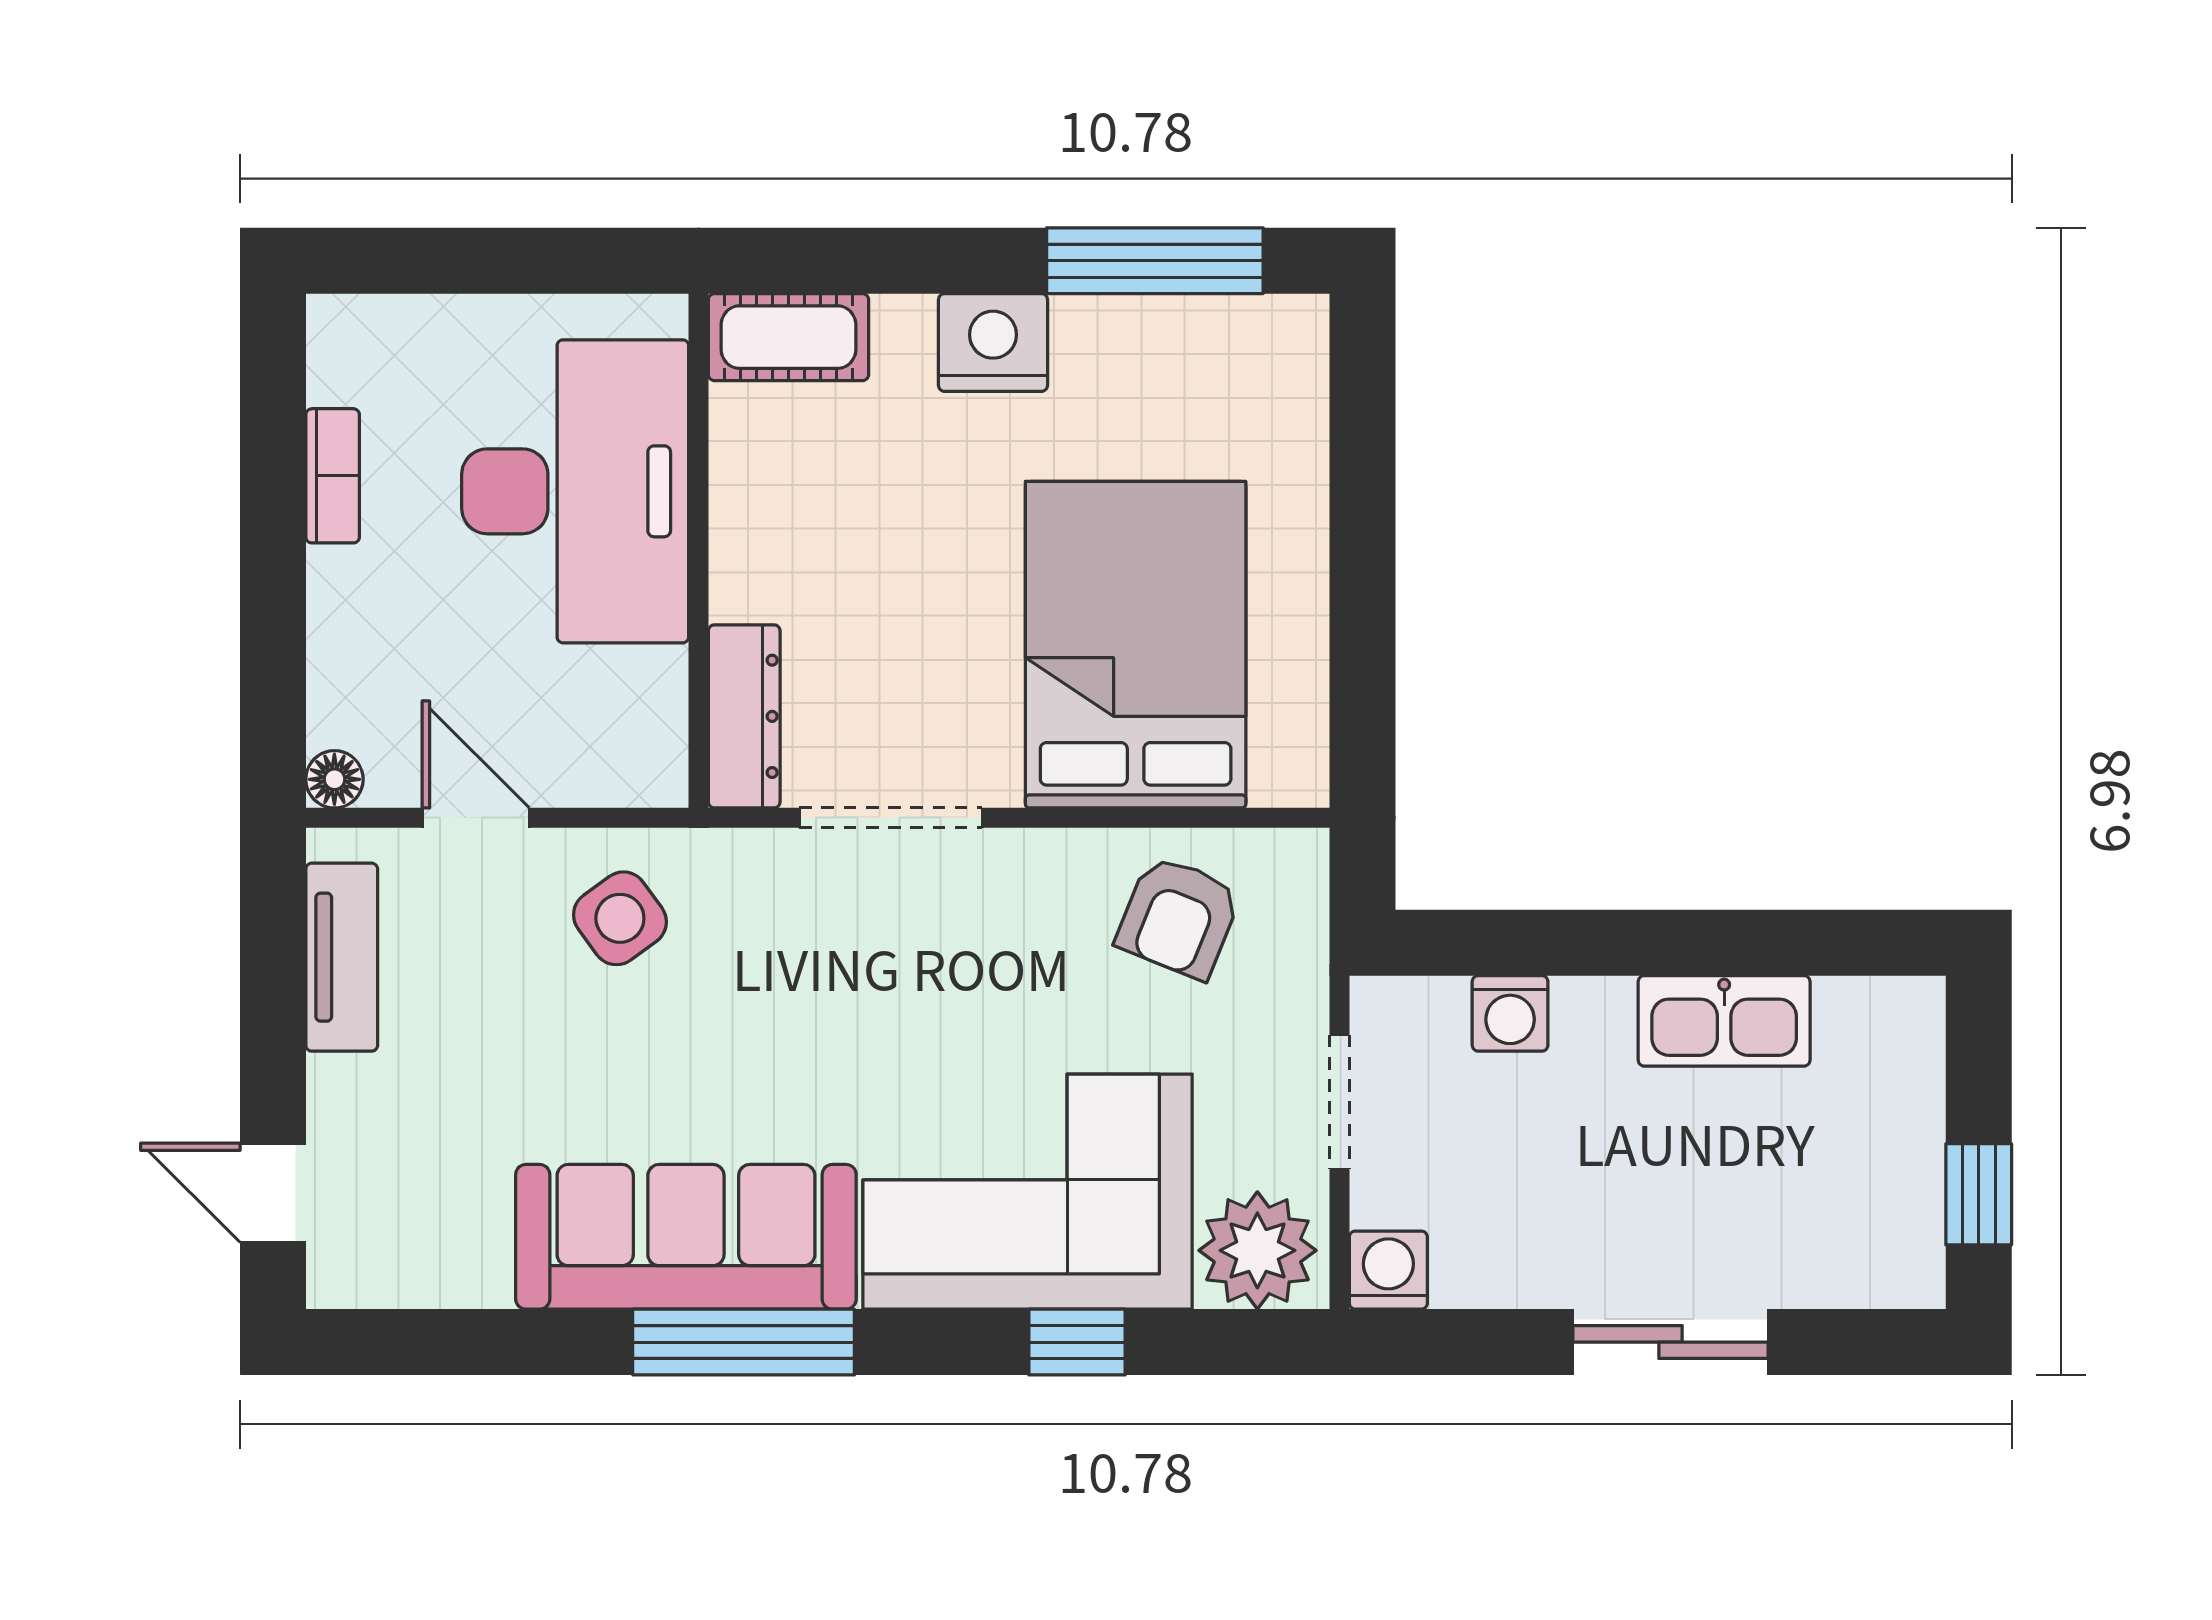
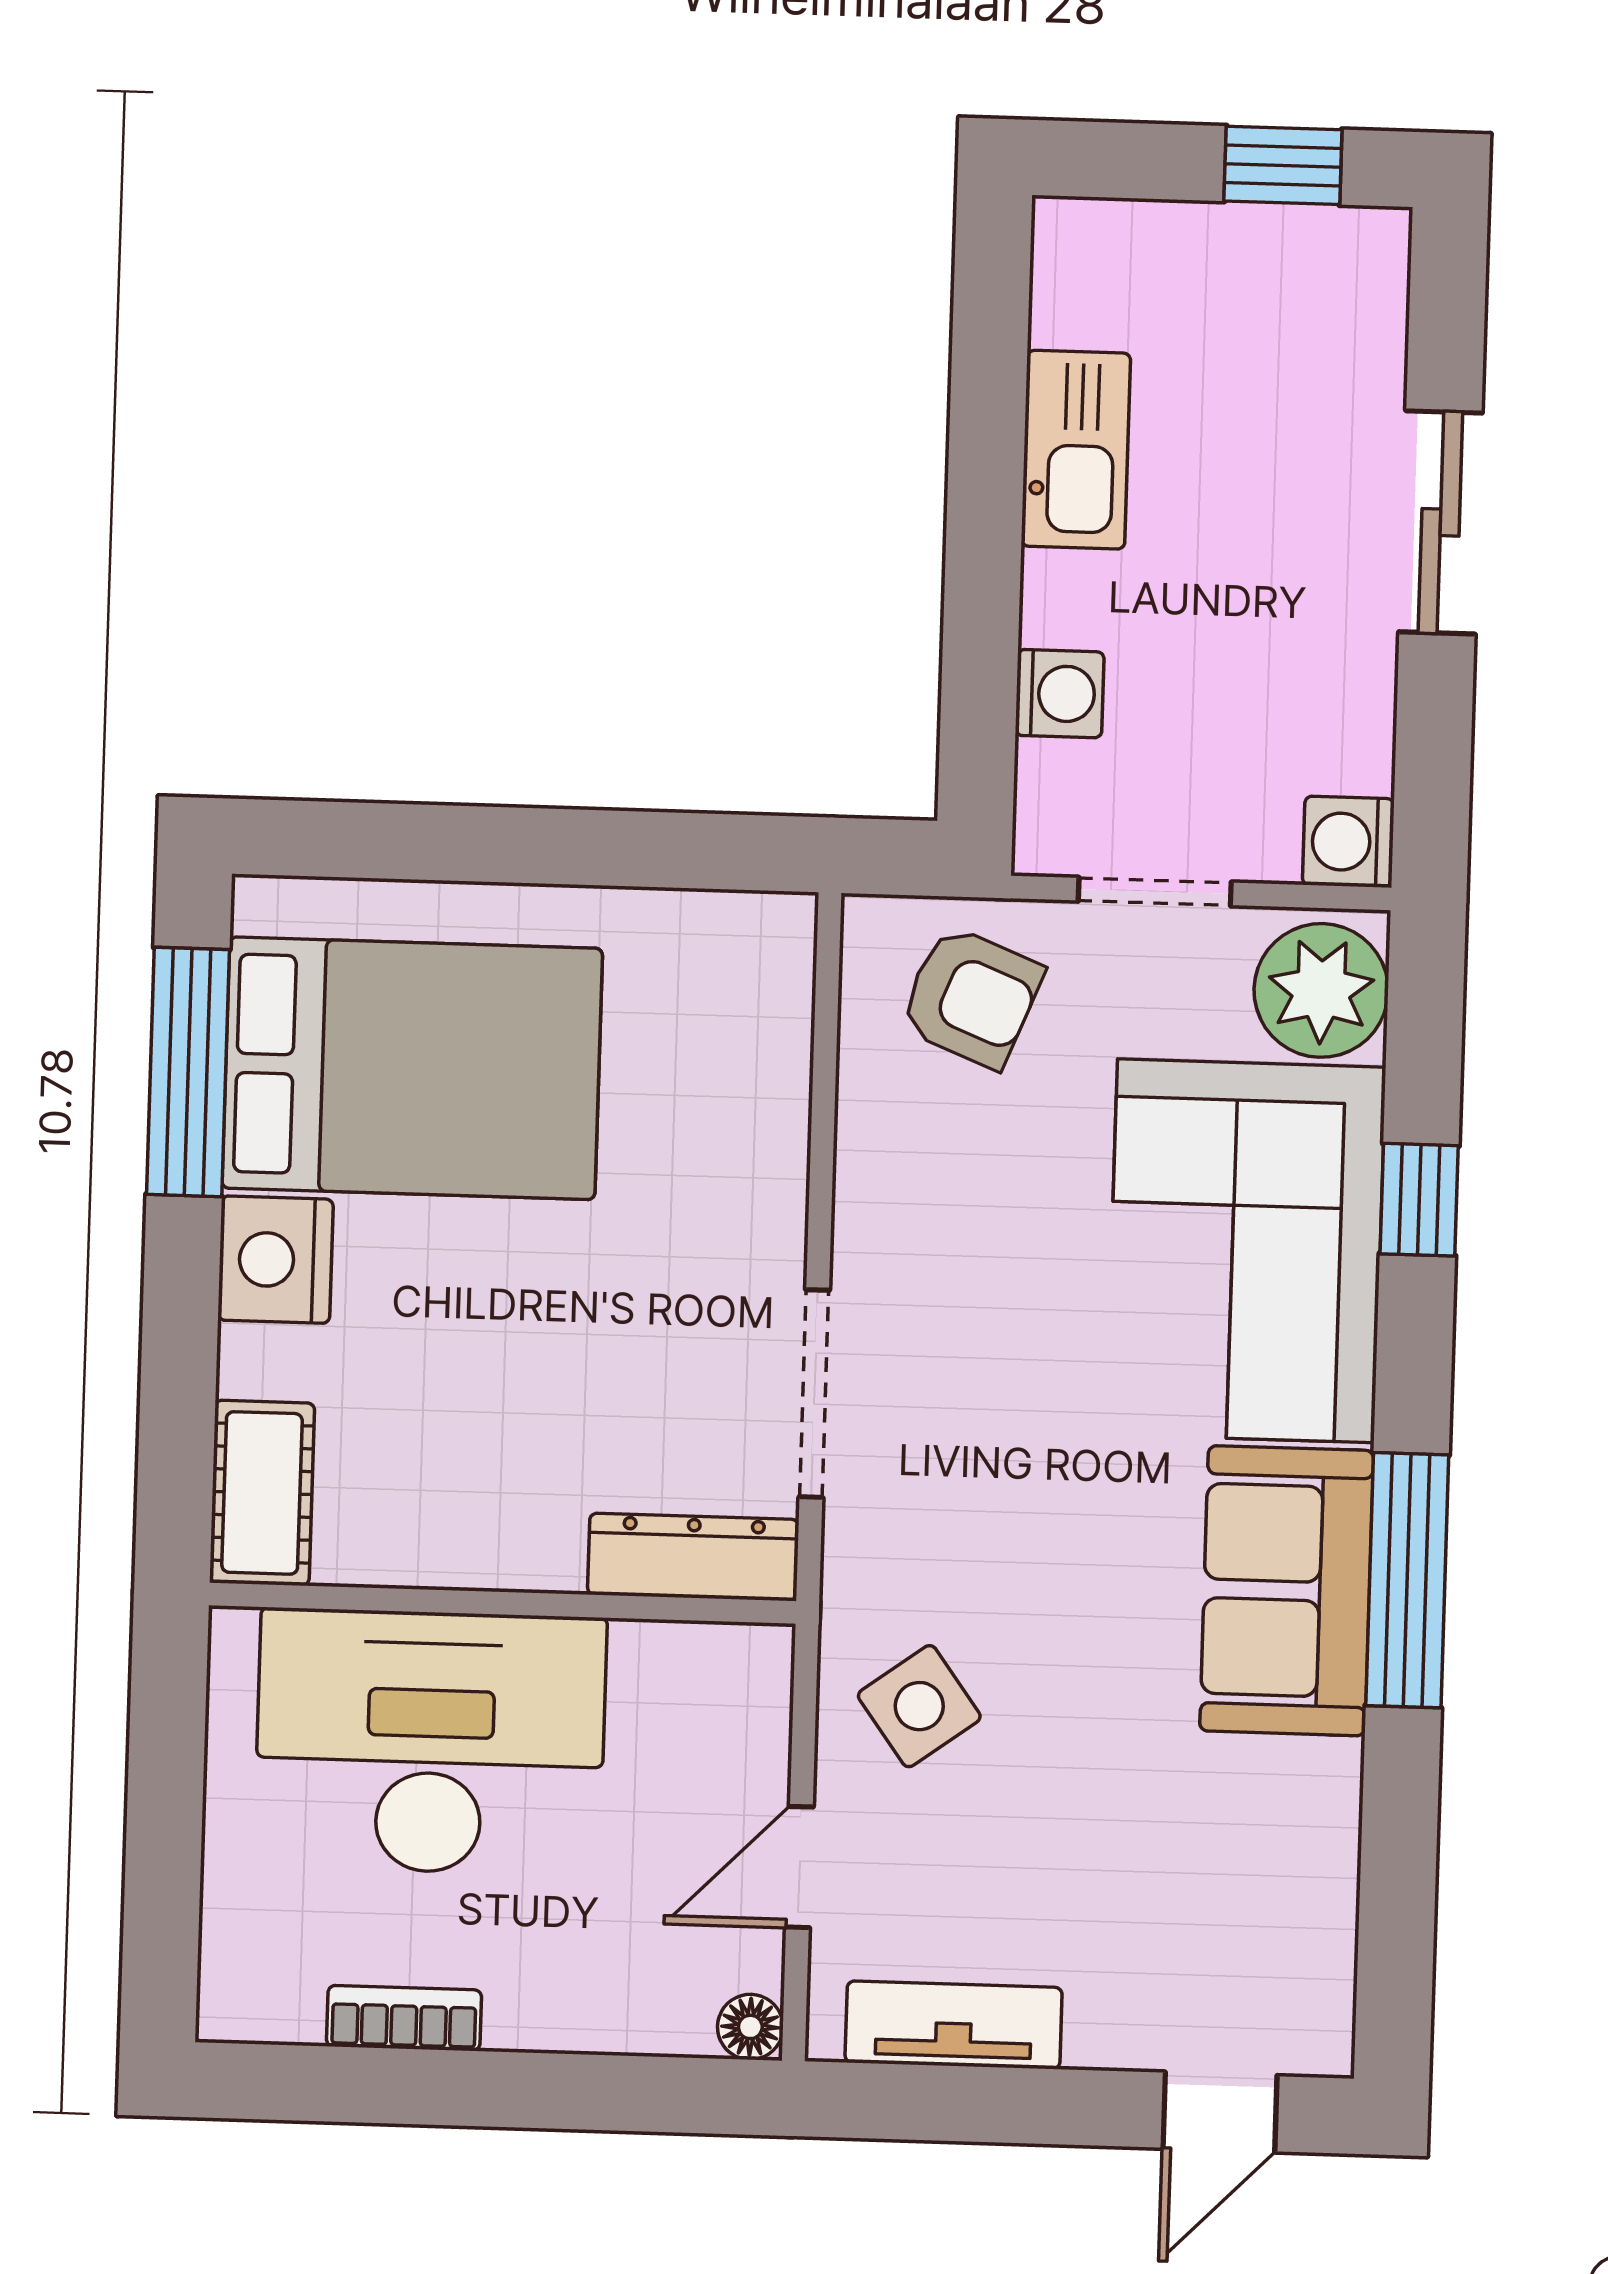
bed: (1136, 645) -> (412, 1068), moved, turned 180
armchair: (1179, 917) -> (971, 997), moved
sofa: (686, 1237) -> (1287, 1591), width x0.73

